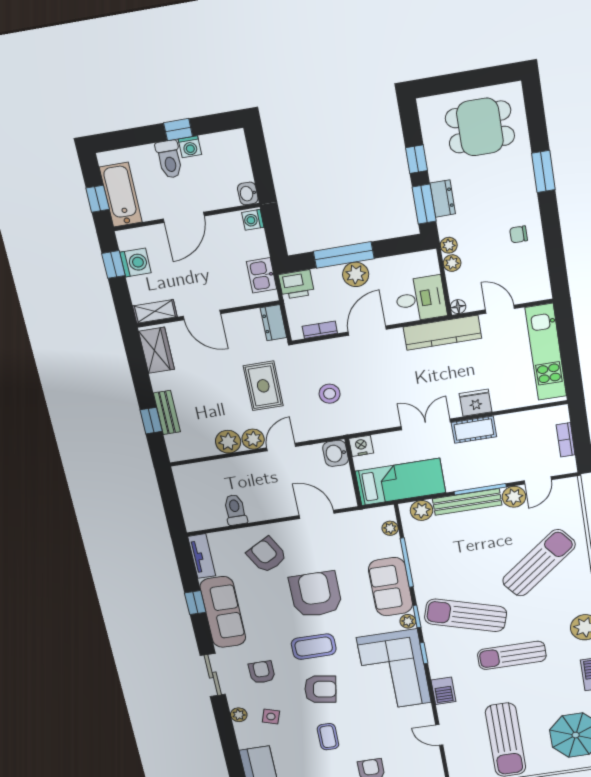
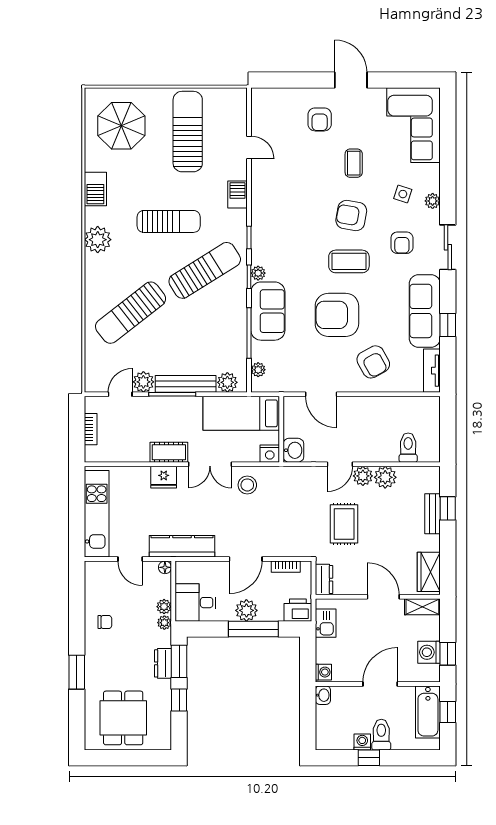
dining table: (480, 127) -> (123, 718), turned 90
desk: (421, 299) -> (196, 603), moved
stool: (330, 394) -> (247, 485), moved
toilet: (235, 510) -> (408, 448), moved, turned 180
armchair: (316, 594) -> (337, 315), turned 90
sun lounger: (466, 615) -> (205, 270), turned -49
corner sofa: (394, 670) -> (280, 224), removed

